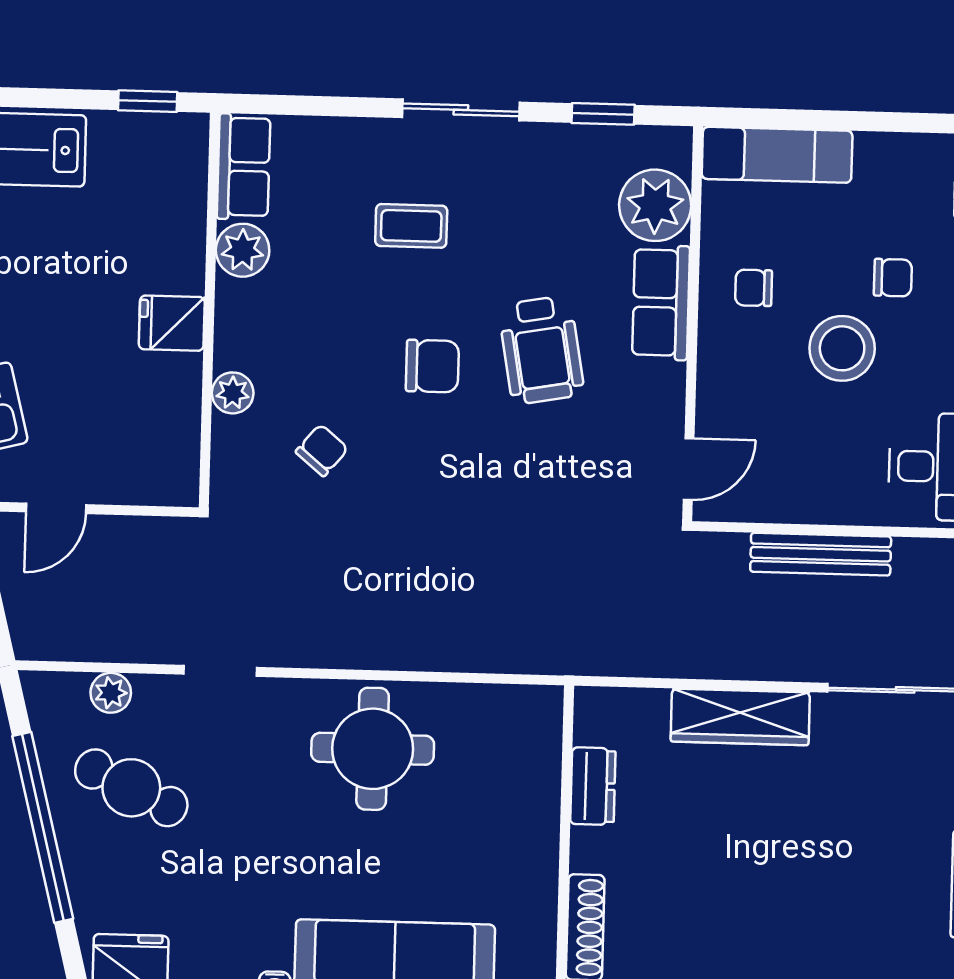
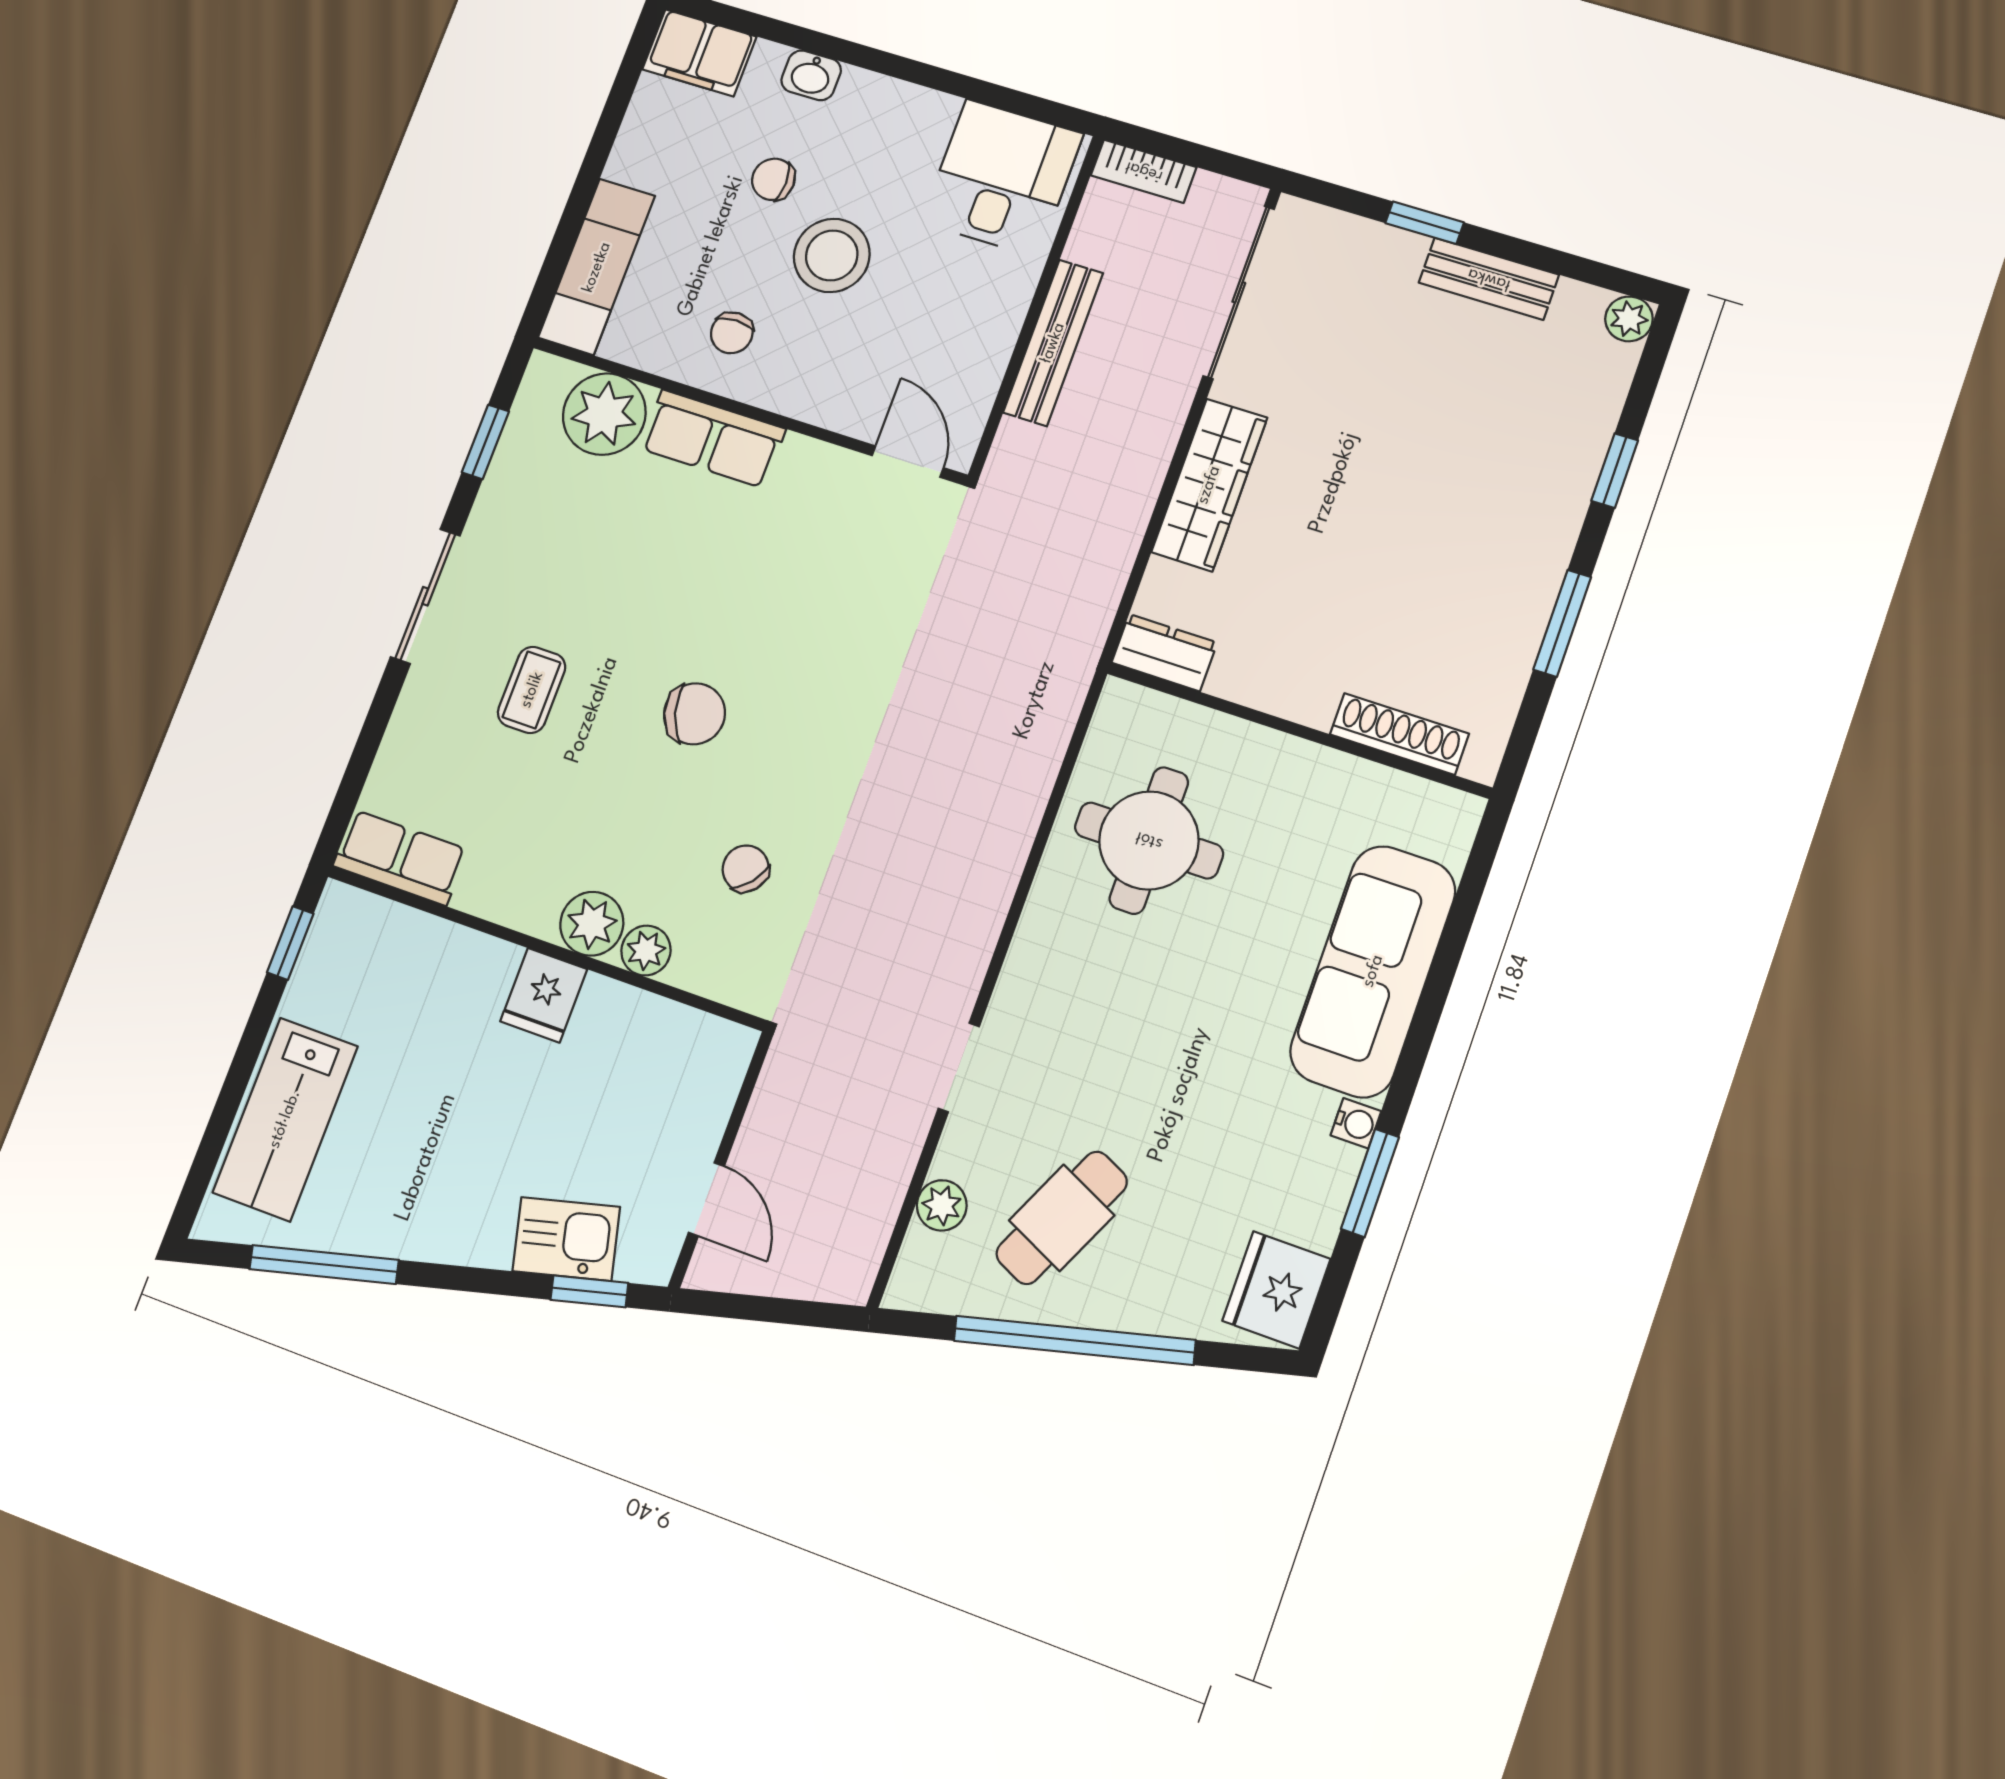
plant: (243, 250) -> (592, 924), moved
chair: (893, 278) -> (773, 179), turned -90
wheelchair: (541, 350) -> (719, 586), removed
chair: (432, 366) -> (694, 714), turned 73
round table: (373, 749) -> (1149, 840), moved
dresser: (593, 786) -> (1164, 653), moved

